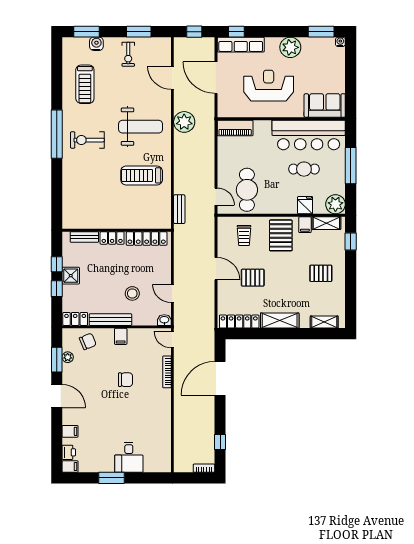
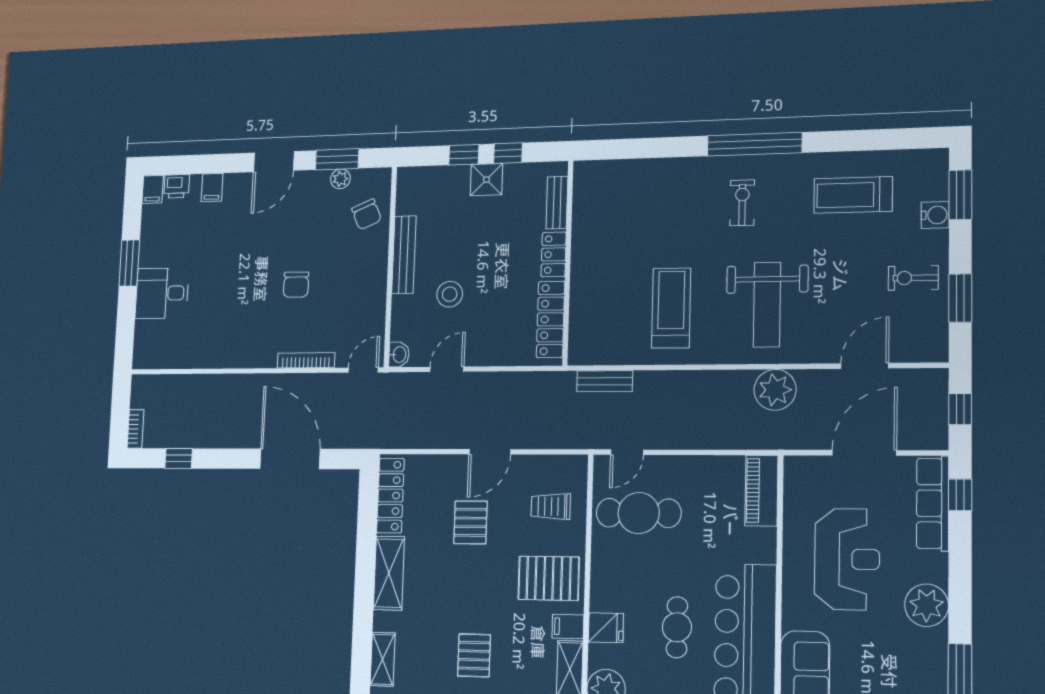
exercise bike: (87, 140) -> (742, 203), width x0.73, depth x0.72
locker: (75, 319) -> (408, 190), removed
filing cabinet: (121, 336) -> (373, 274), removed

